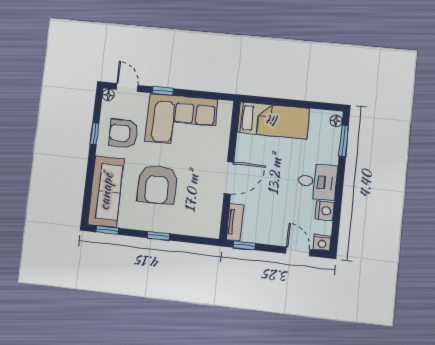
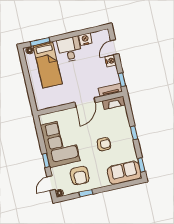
bed: (273, 120) -> (48, 65), moved, turned 180
door: (229, 178) -> (85, 102), swing flipped
armchair: (157, 185) -> (104, 144), width x0.53, depth x0.53
sofa: (106, 192) -> (124, 173), width x0.73
fireplace: (214, 221) -> (114, 103), added
nightstand: (322, 243) -> (111, 61), moved

